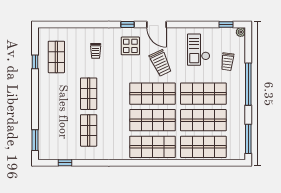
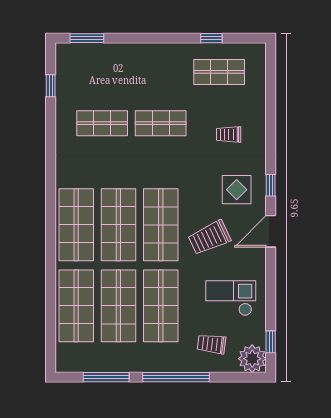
plant: (241, 32) -> (252, 359), width x1.87, depth x1.87
window: (248, 139) -> (106, 377), moved

